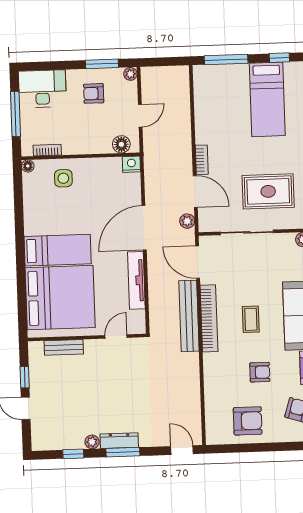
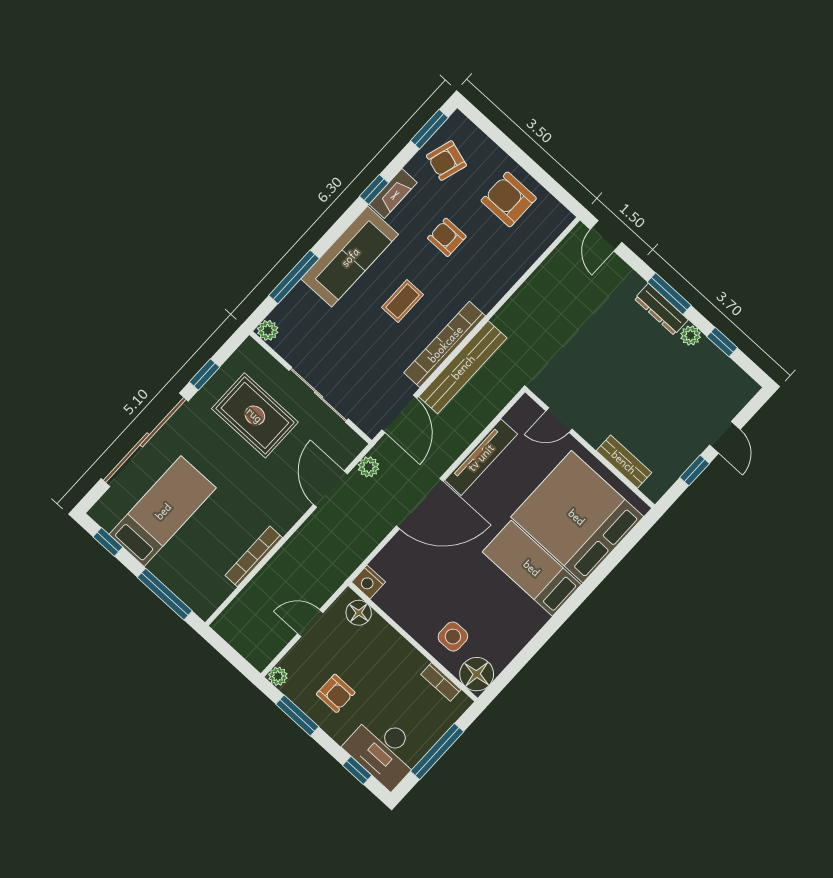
window: (46, 66) -> (357, 770), added
bookcase: (202, 160) -> (254, 556), moved, width x1.56
floor lamp: (28, 166) -> (477, 674), width x1.89, depth x1.89

